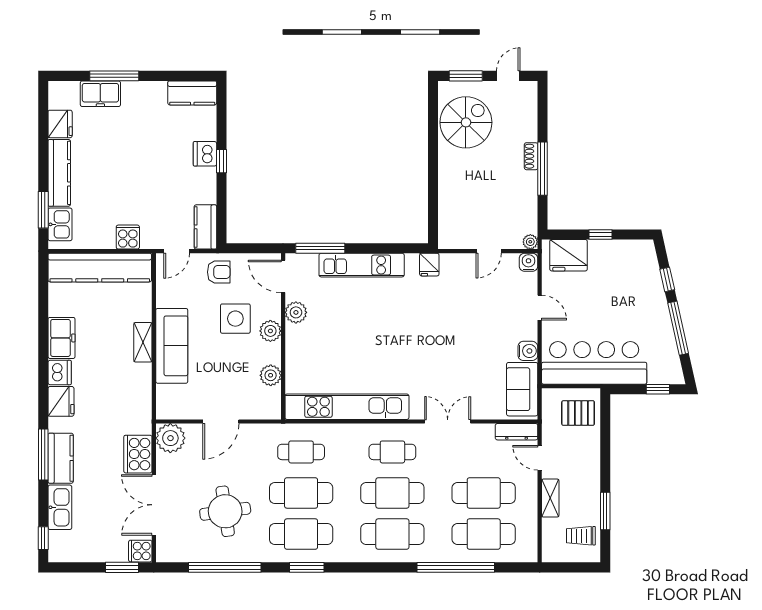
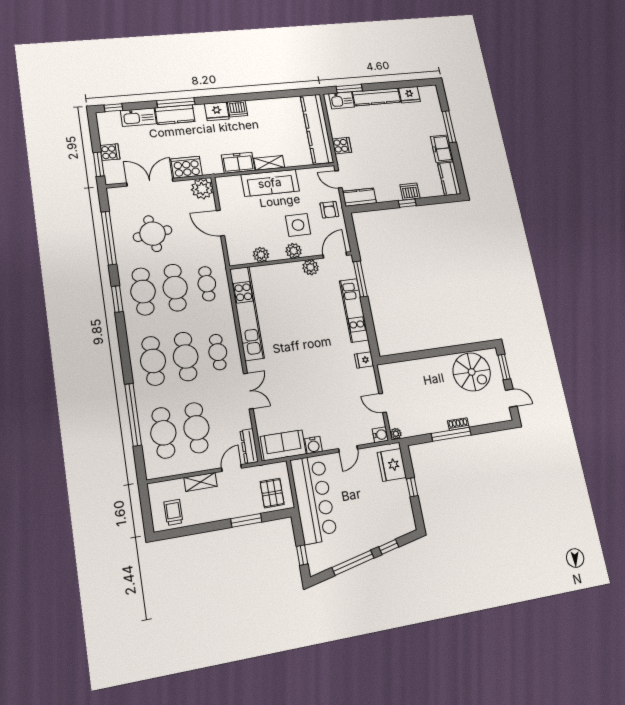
freezer: (100, 94) -> (442, 149), moved
freezer: (62, 338) -> (238, 163), moved, turned 180
window: (605, 511) -> (246, 520), moved
cooker: (140, 551) -> (110, 152), moved, turned 90

